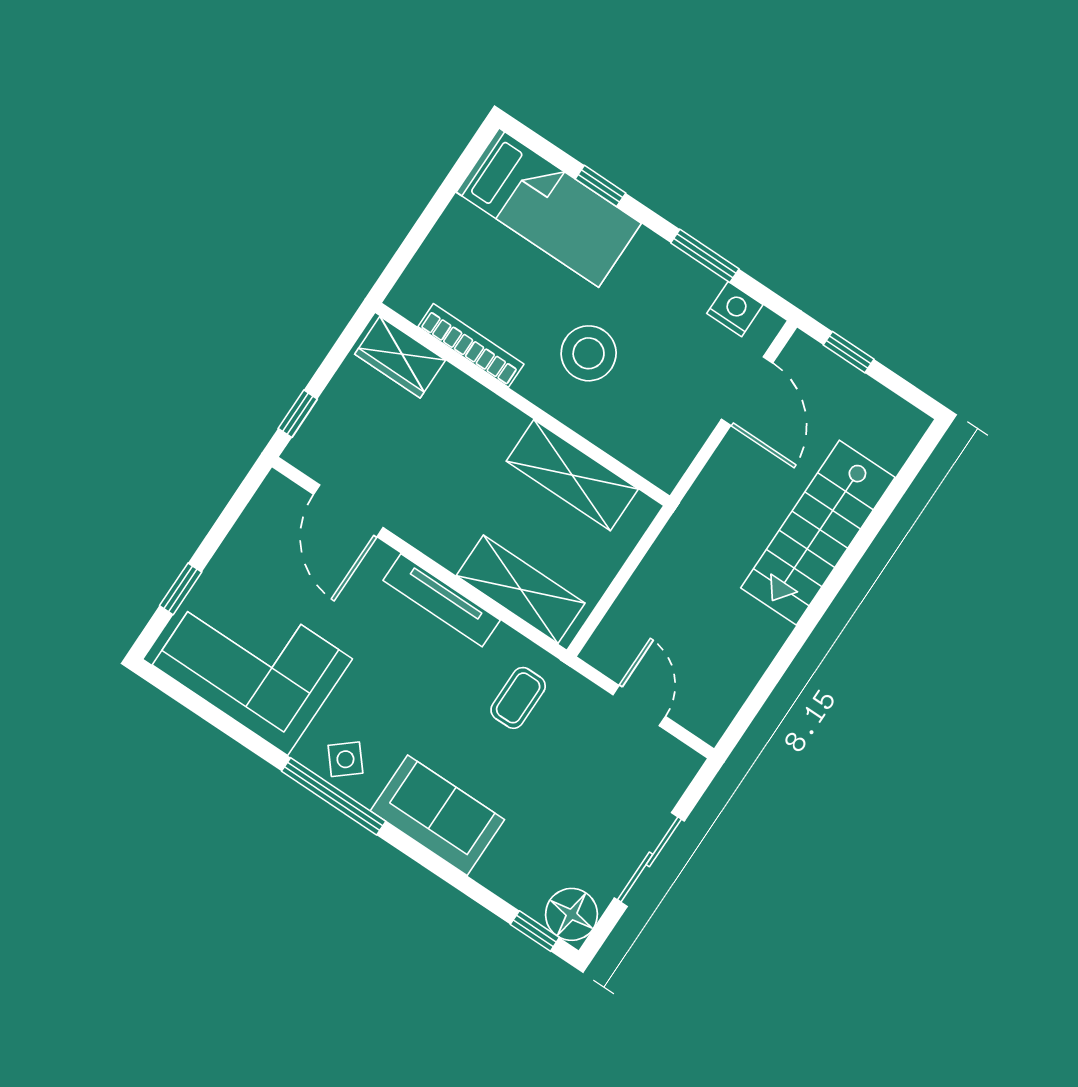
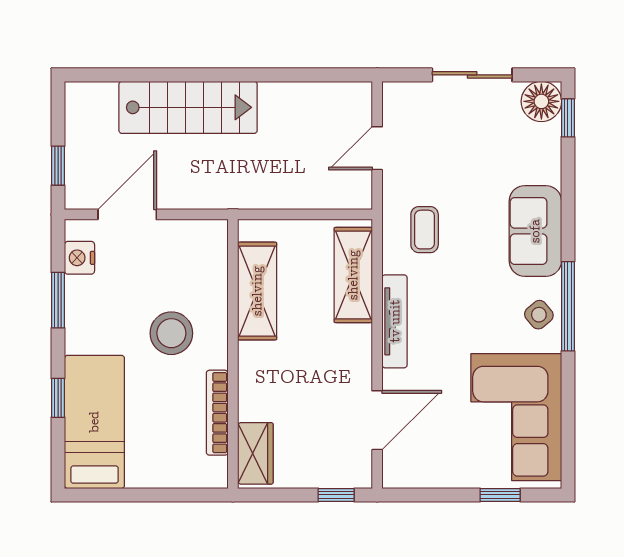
coffee table: (518, 698) -> (425, 230), turned 90

